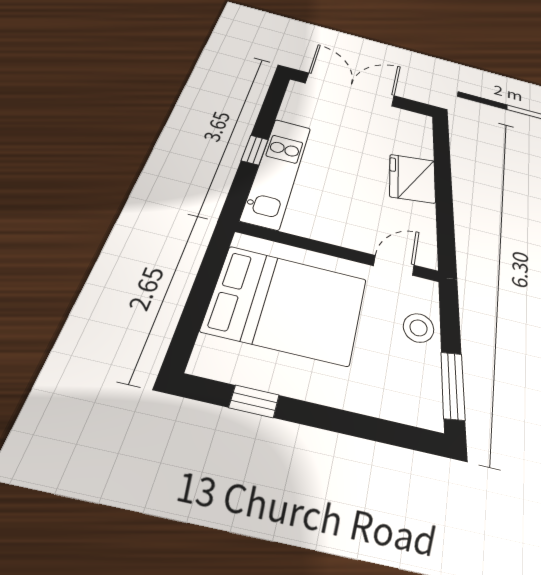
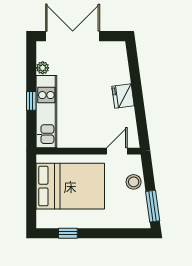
plant: (290, 113) -> (43, 68), added
fridge: (412, 178) -> (123, 96), width x0.73, depth x0.75

